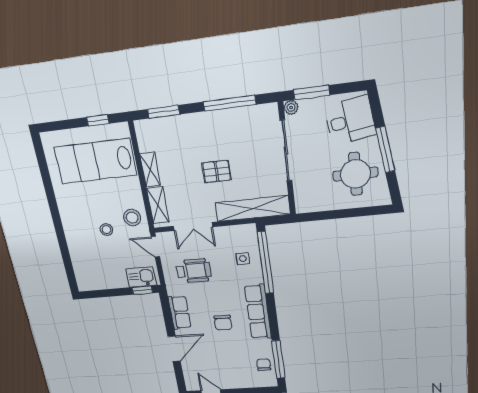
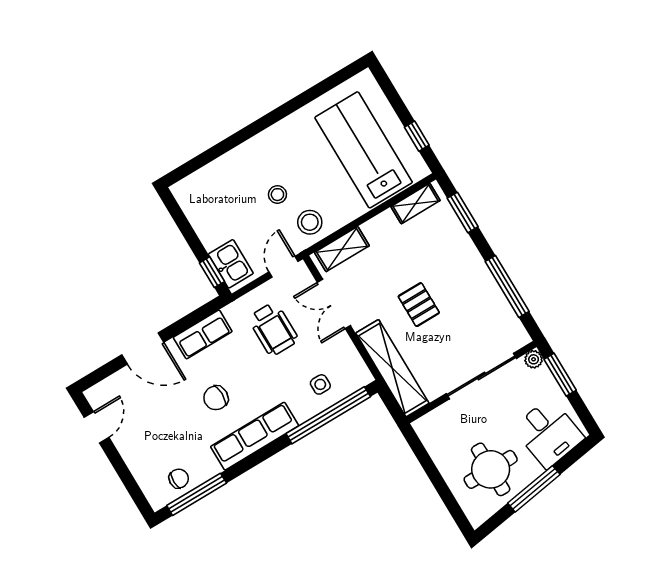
shelving: (150, 170) -> (415, 204), moved

